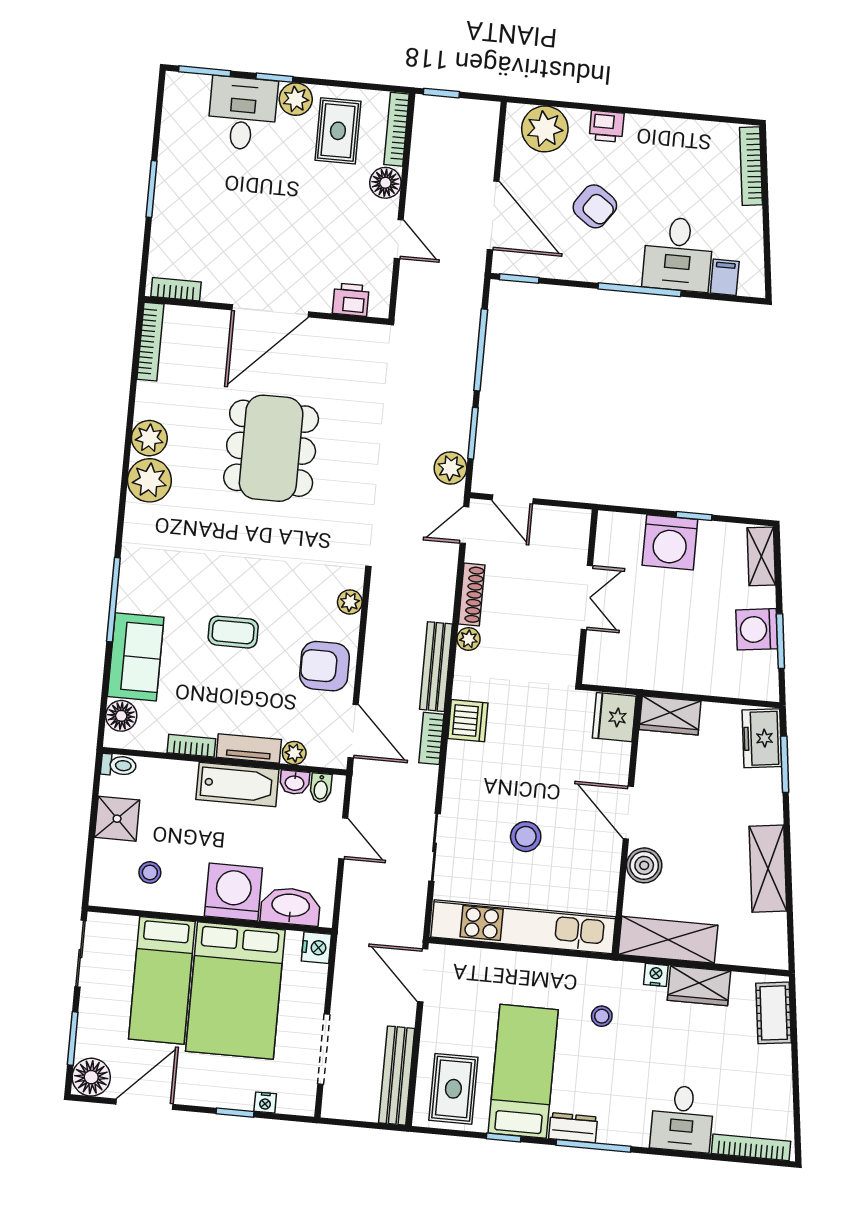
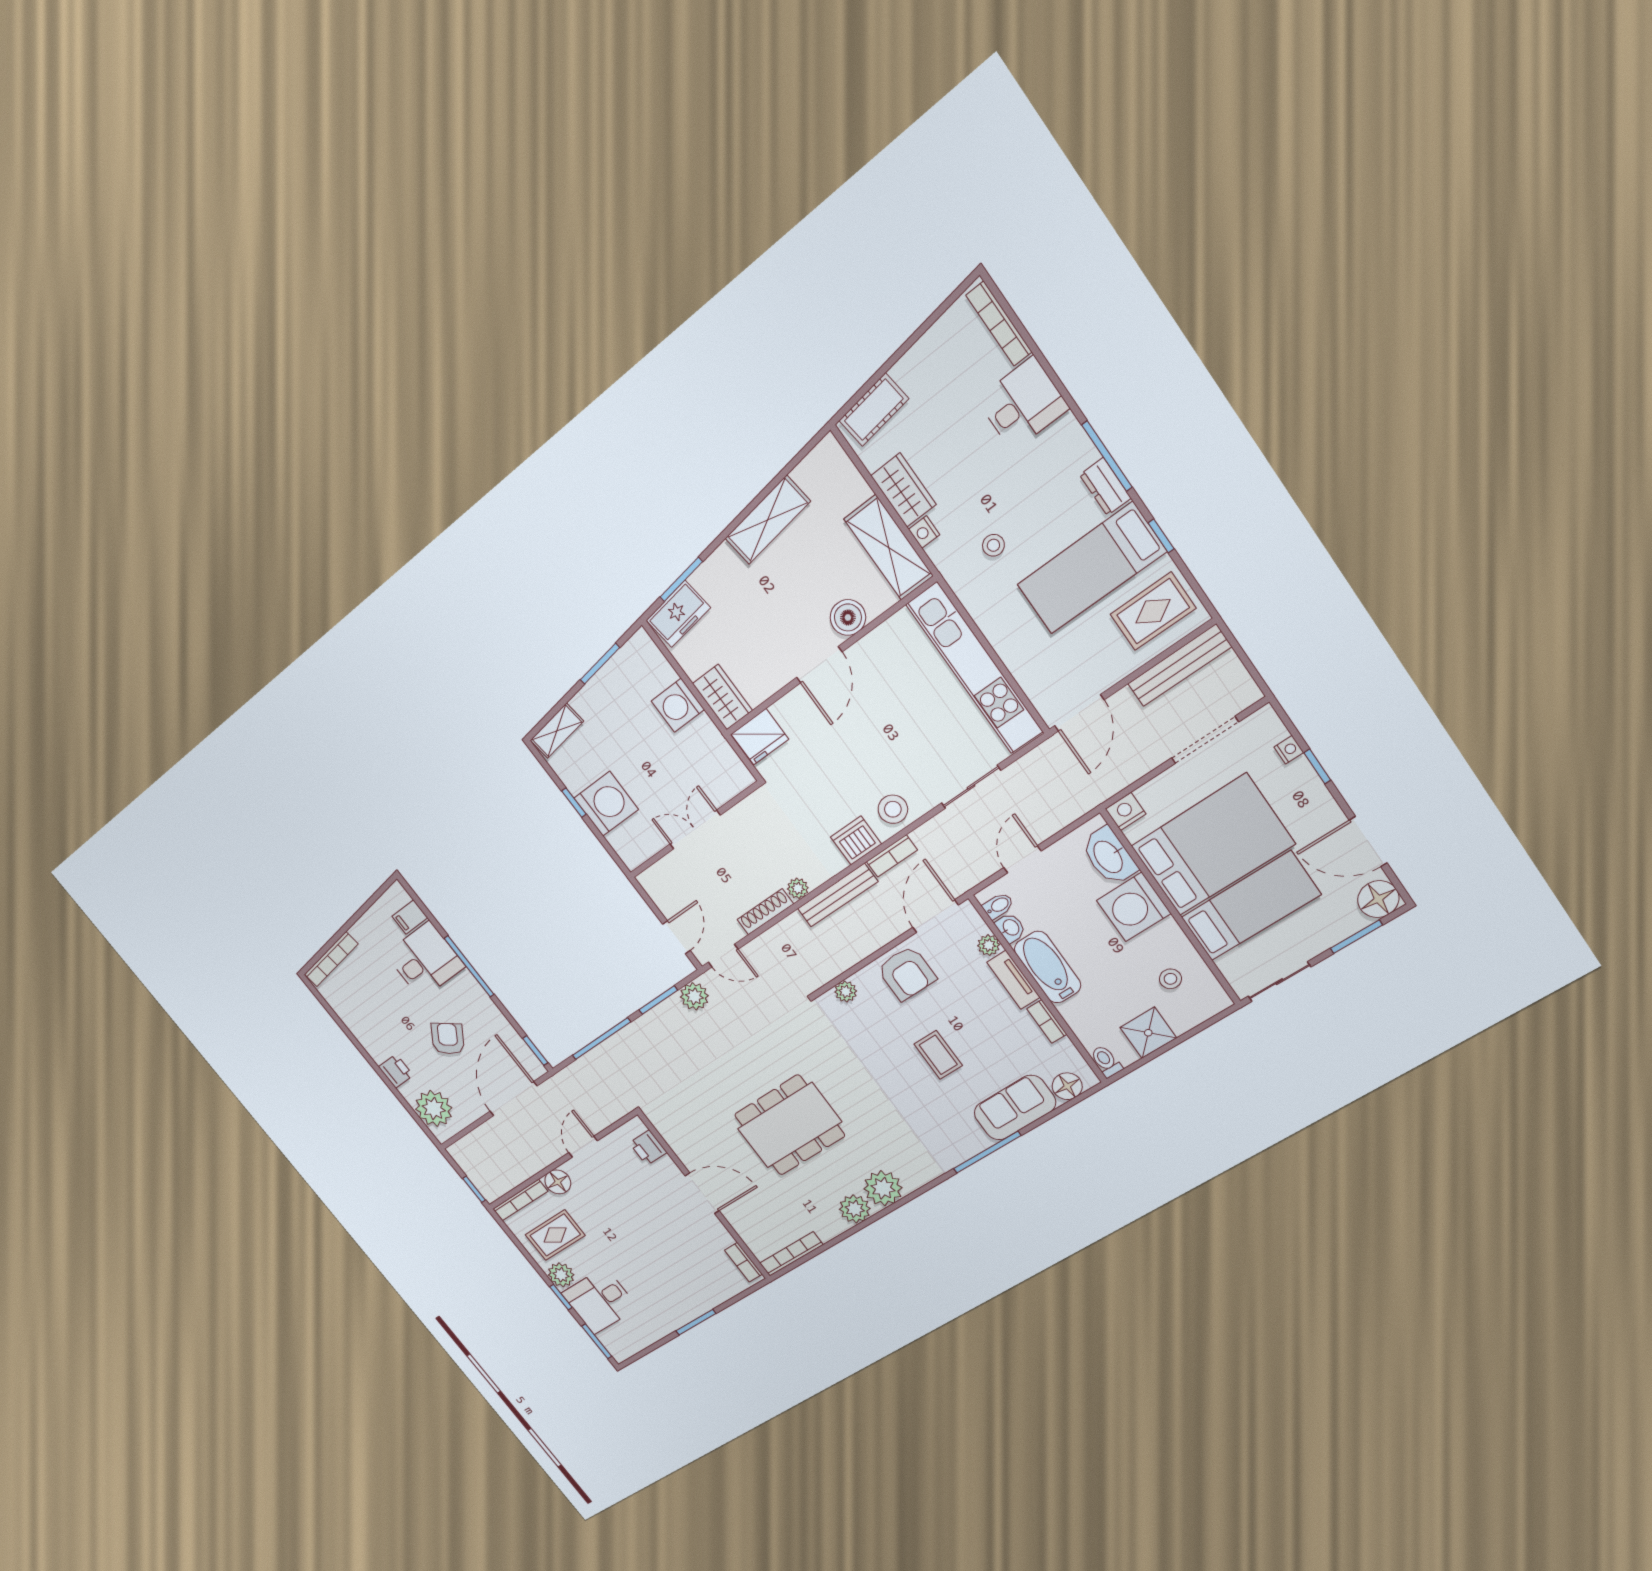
door: (270, 311) -> (702, 1193), width x0.73
washing machine: (757, 629) -> (678, 705), moved, turned 97
stool: (526, 837) -> (893, 809), moved

